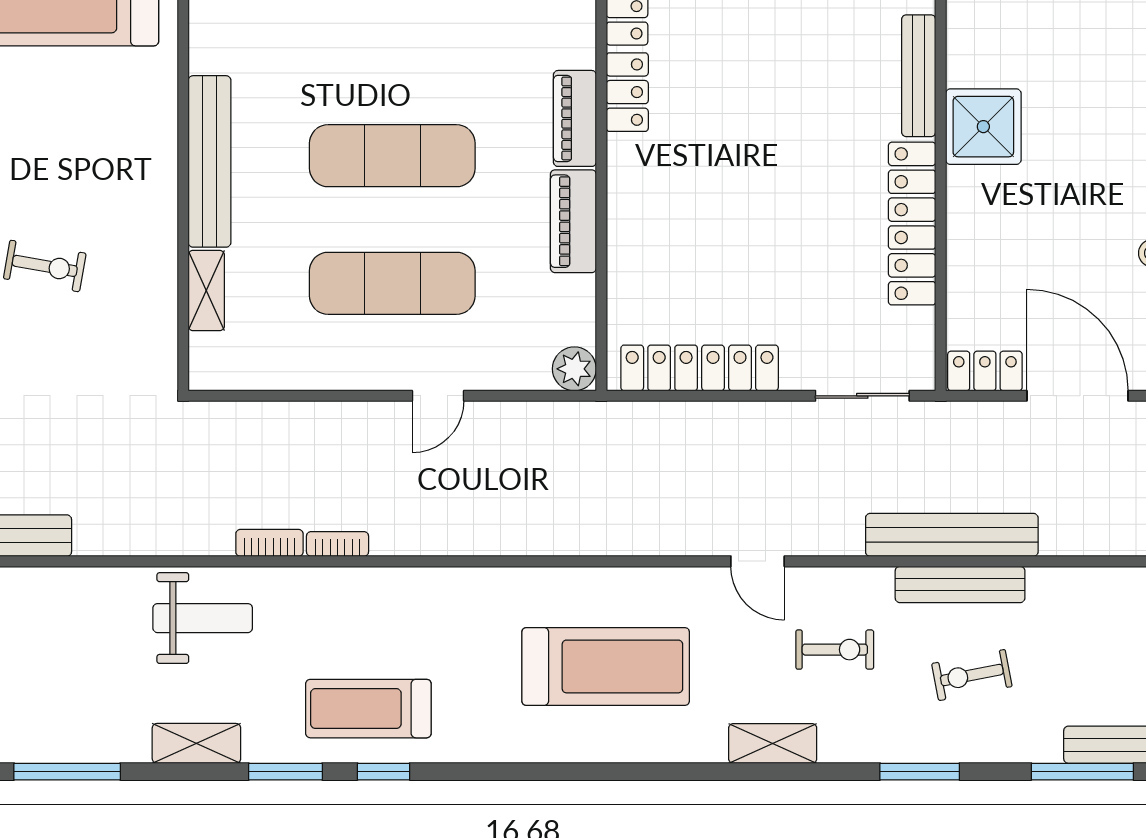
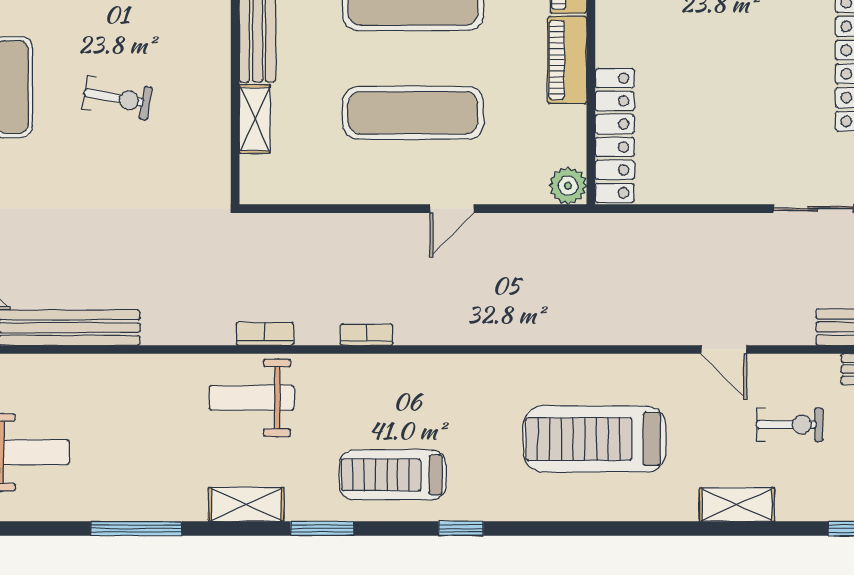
locker: (700, 368) -> (615, 136), moved, turned 90
bookcase: (269, 543) -> (265, 334), moved
weight bench: (203, 618) -> (252, 398), turned 180
treadmill: (606, 666) -> (595, 439), turned 180
window: (384, 772) -> (461, 529), moved

